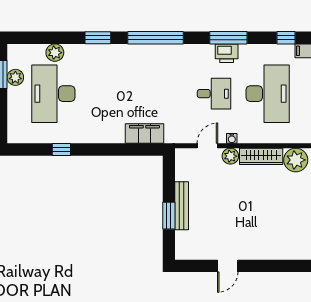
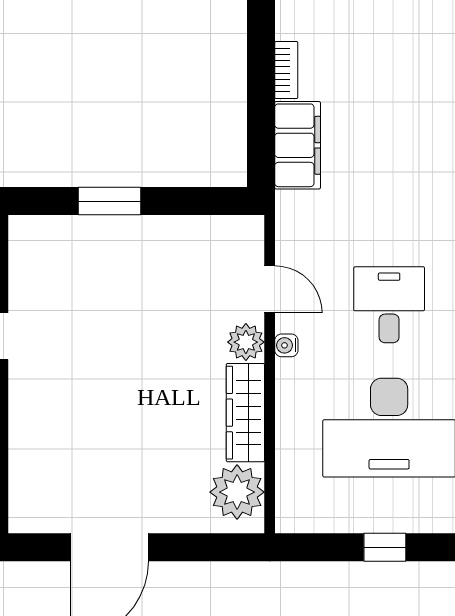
desk: (214, 94) -> (389, 305), turned 180
bookcase: (112, 139) -> (286, 70), added
bench: (182, 206) -> (132, 230), removed

